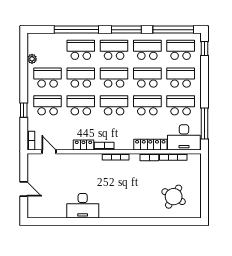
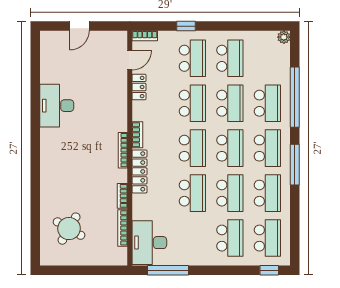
window: (173, 30) -> (295, 228), removed
plant: (32, 59) -> (284, 37), moved
school desk: (181, 105) -> (192, 238), removed
locker: (83, 145) -> (139, 87), moved
locker: (150, 145) -> (139, 171), moved

